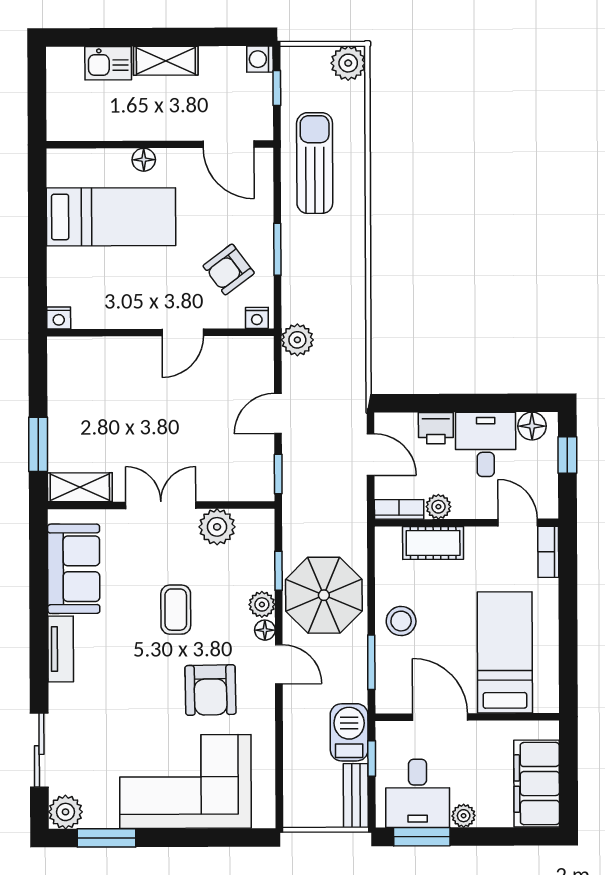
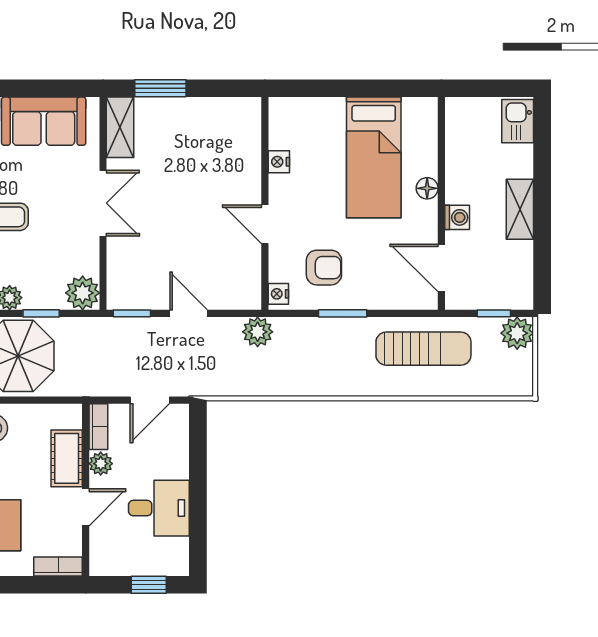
washing machine: (260, 59) -> (457, 217), moved, turned 90
kitchen sink: (108, 63) -> (518, 121), moved
plant: (348, 63) -> (517, 333), moved
door: (229, 144) -> (441, 268), hinge flipped
armchair: (229, 269) -> (324, 268), turned 127
nightstand: (59, 318) -> (279, 162), moved
floor lamp: (532, 426) -> (176, 552), removed
printer: (436, 428) -> (174, 461), removed
door: (518, 522) -> (86, 507), moved
plant: (217, 527) -> (83, 293), moved

